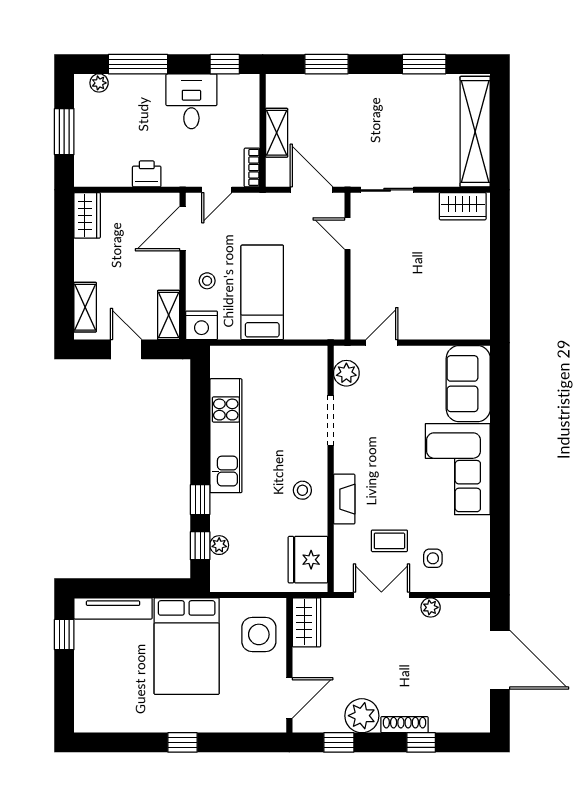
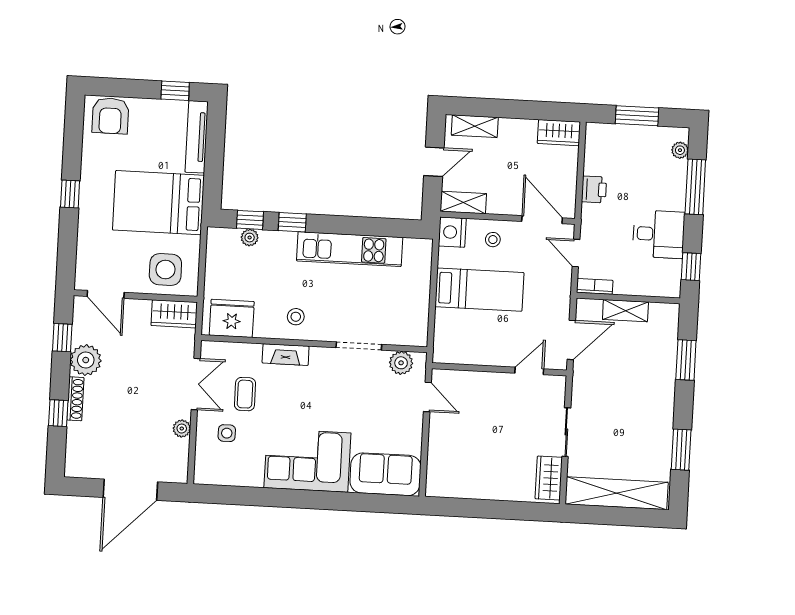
sliding door: (387, 190) -> (566, 432), moved
armchair: (95, 703) -> (110, 116), added

